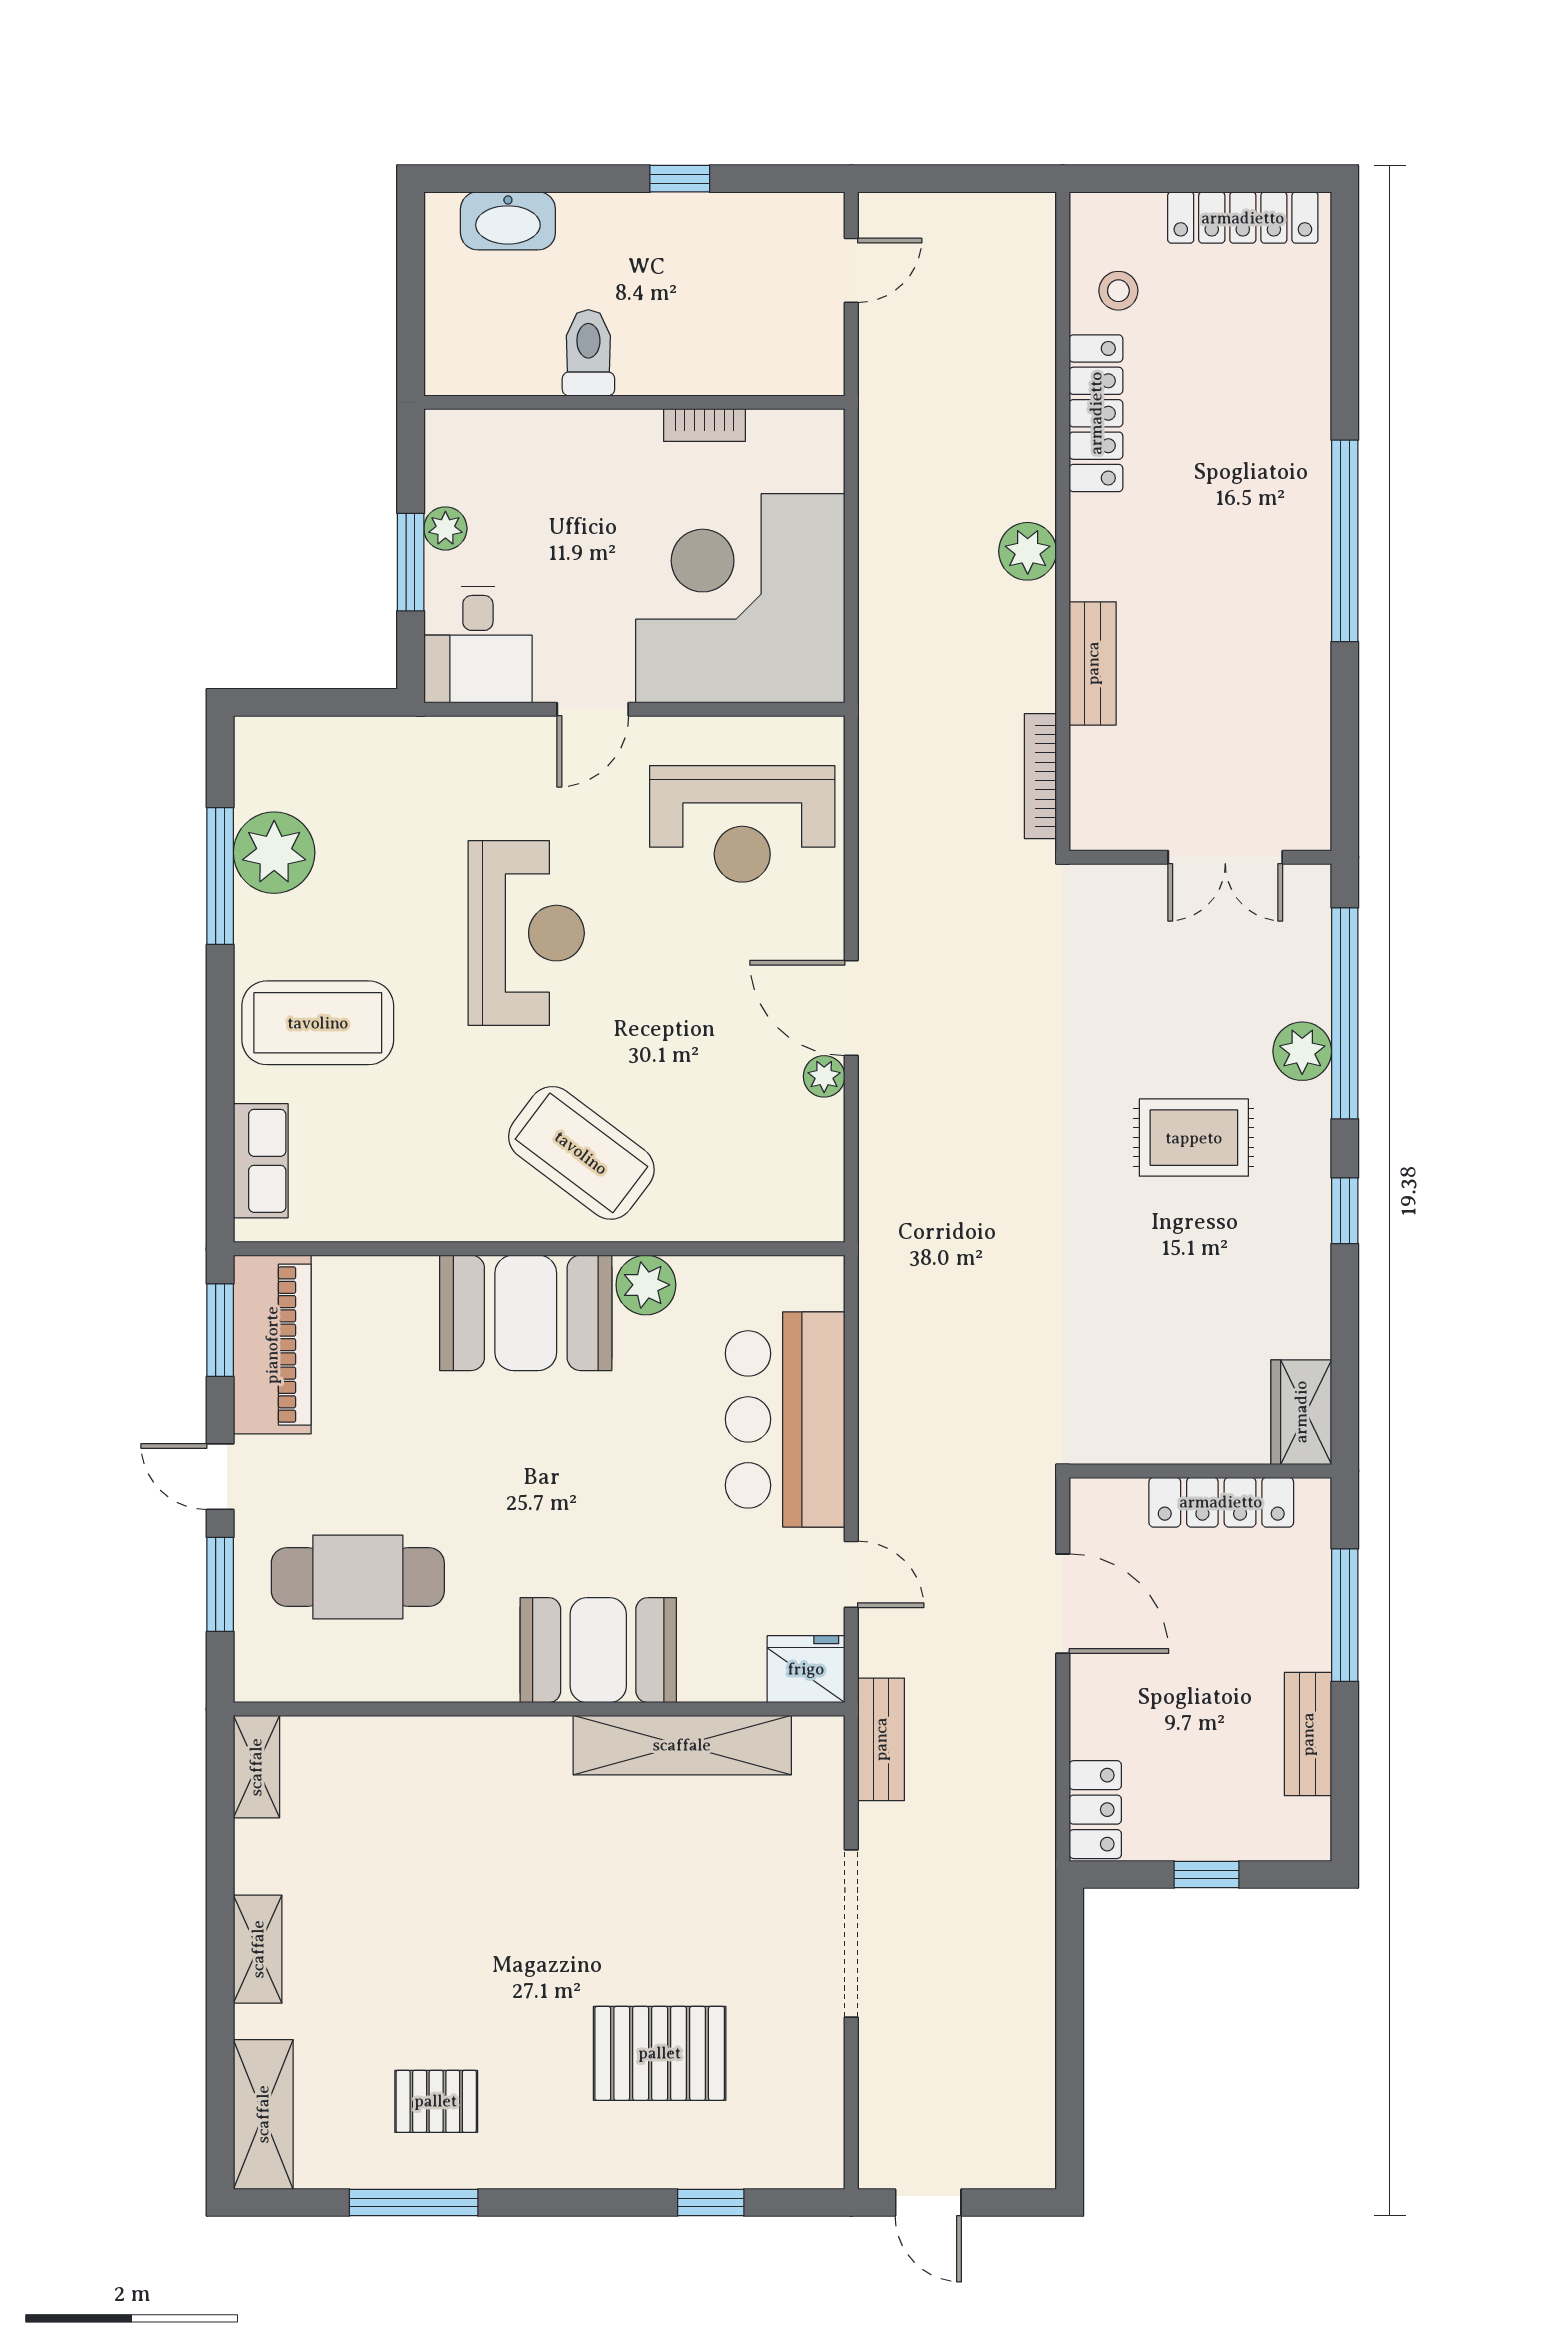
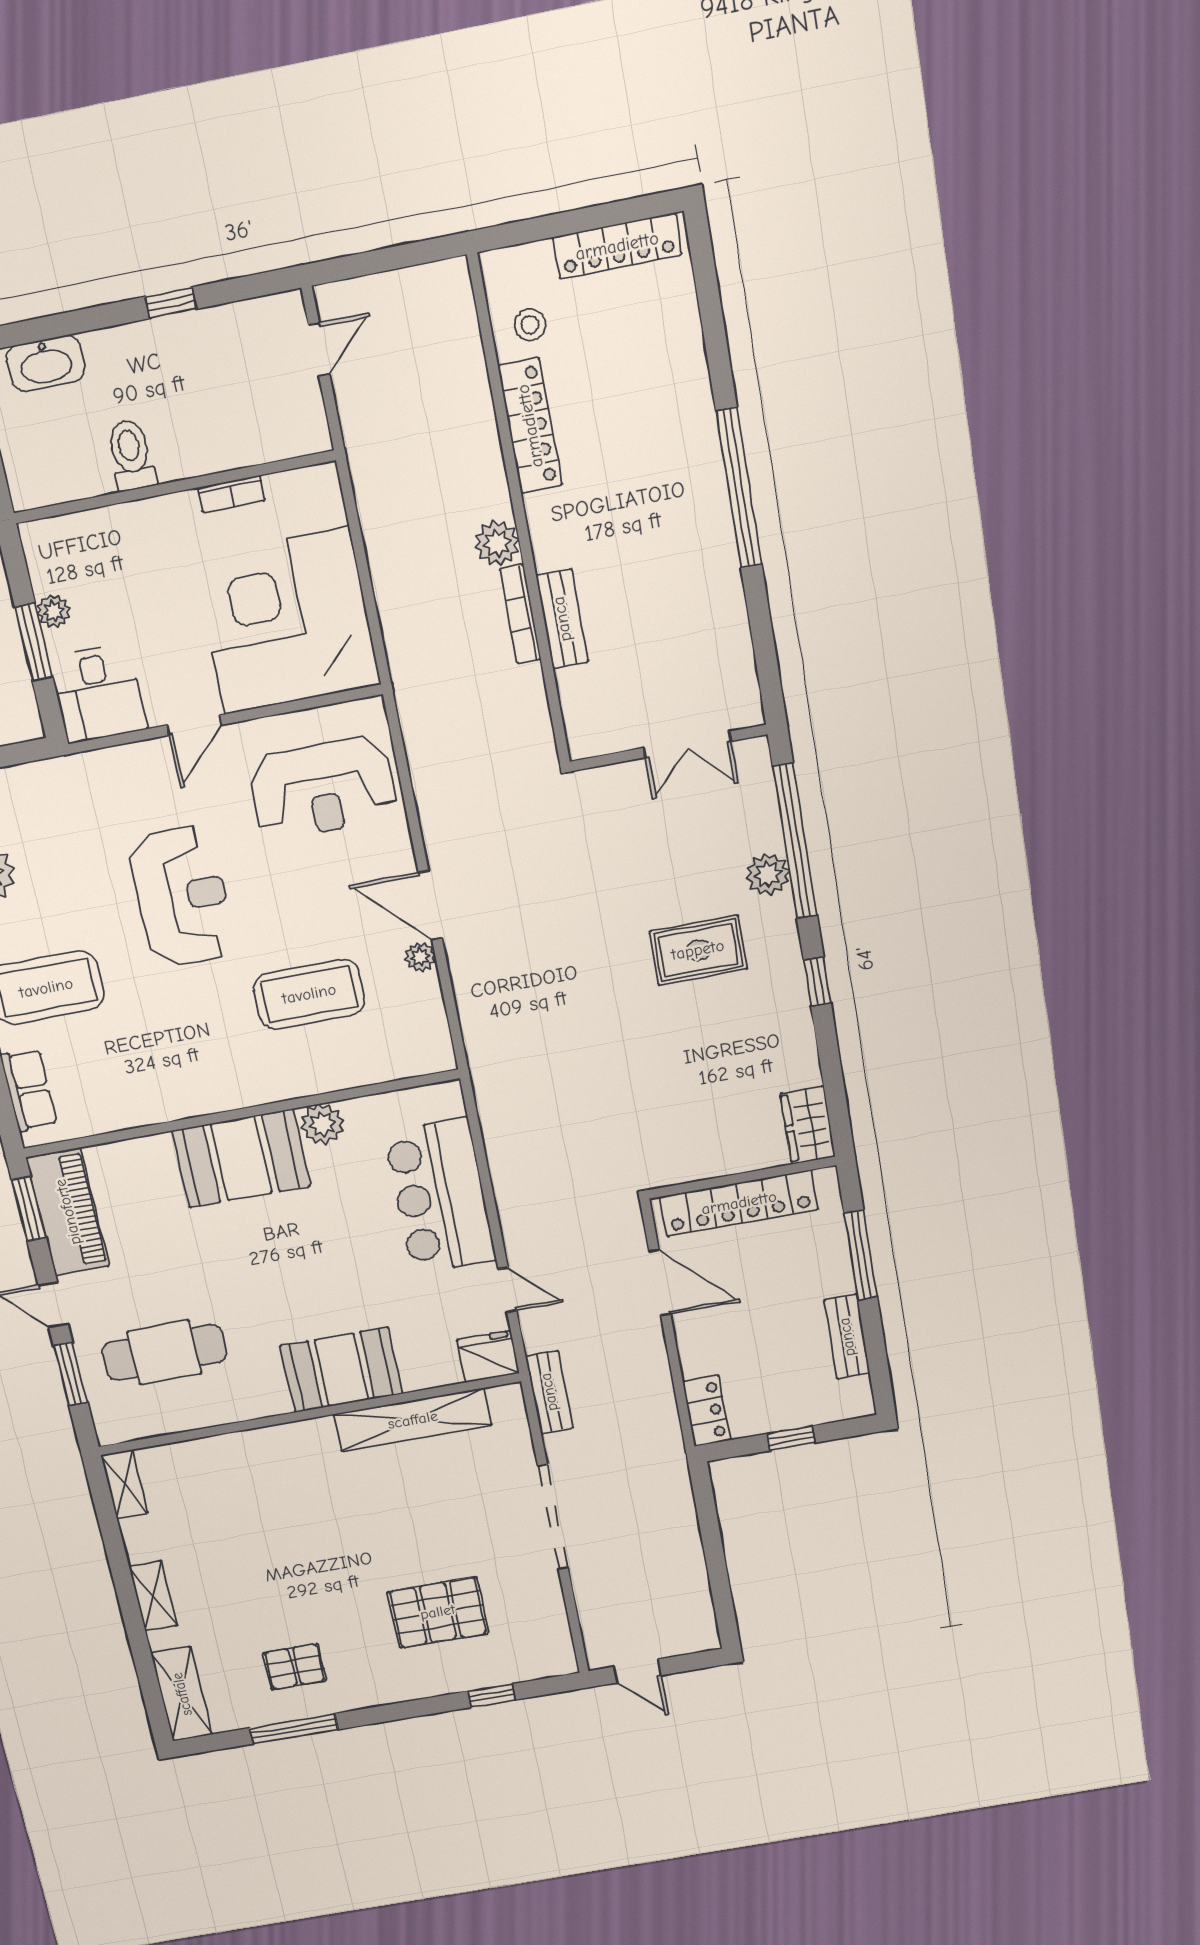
bookcase: (1040, 776) -> (520, 614), moved
coffee table: (581, 1153) -> (309, 994), moved, turned -37
locker: (1221, 1502) -> (739, 1203), width x1.41, depth x1.21

